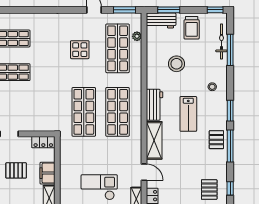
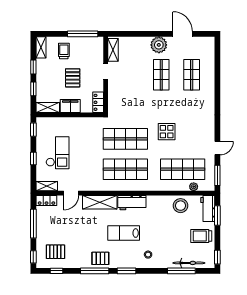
display table: (80, 50) -> (167, 132), moved
stool: (177, 64) -> (181, 206), moved

